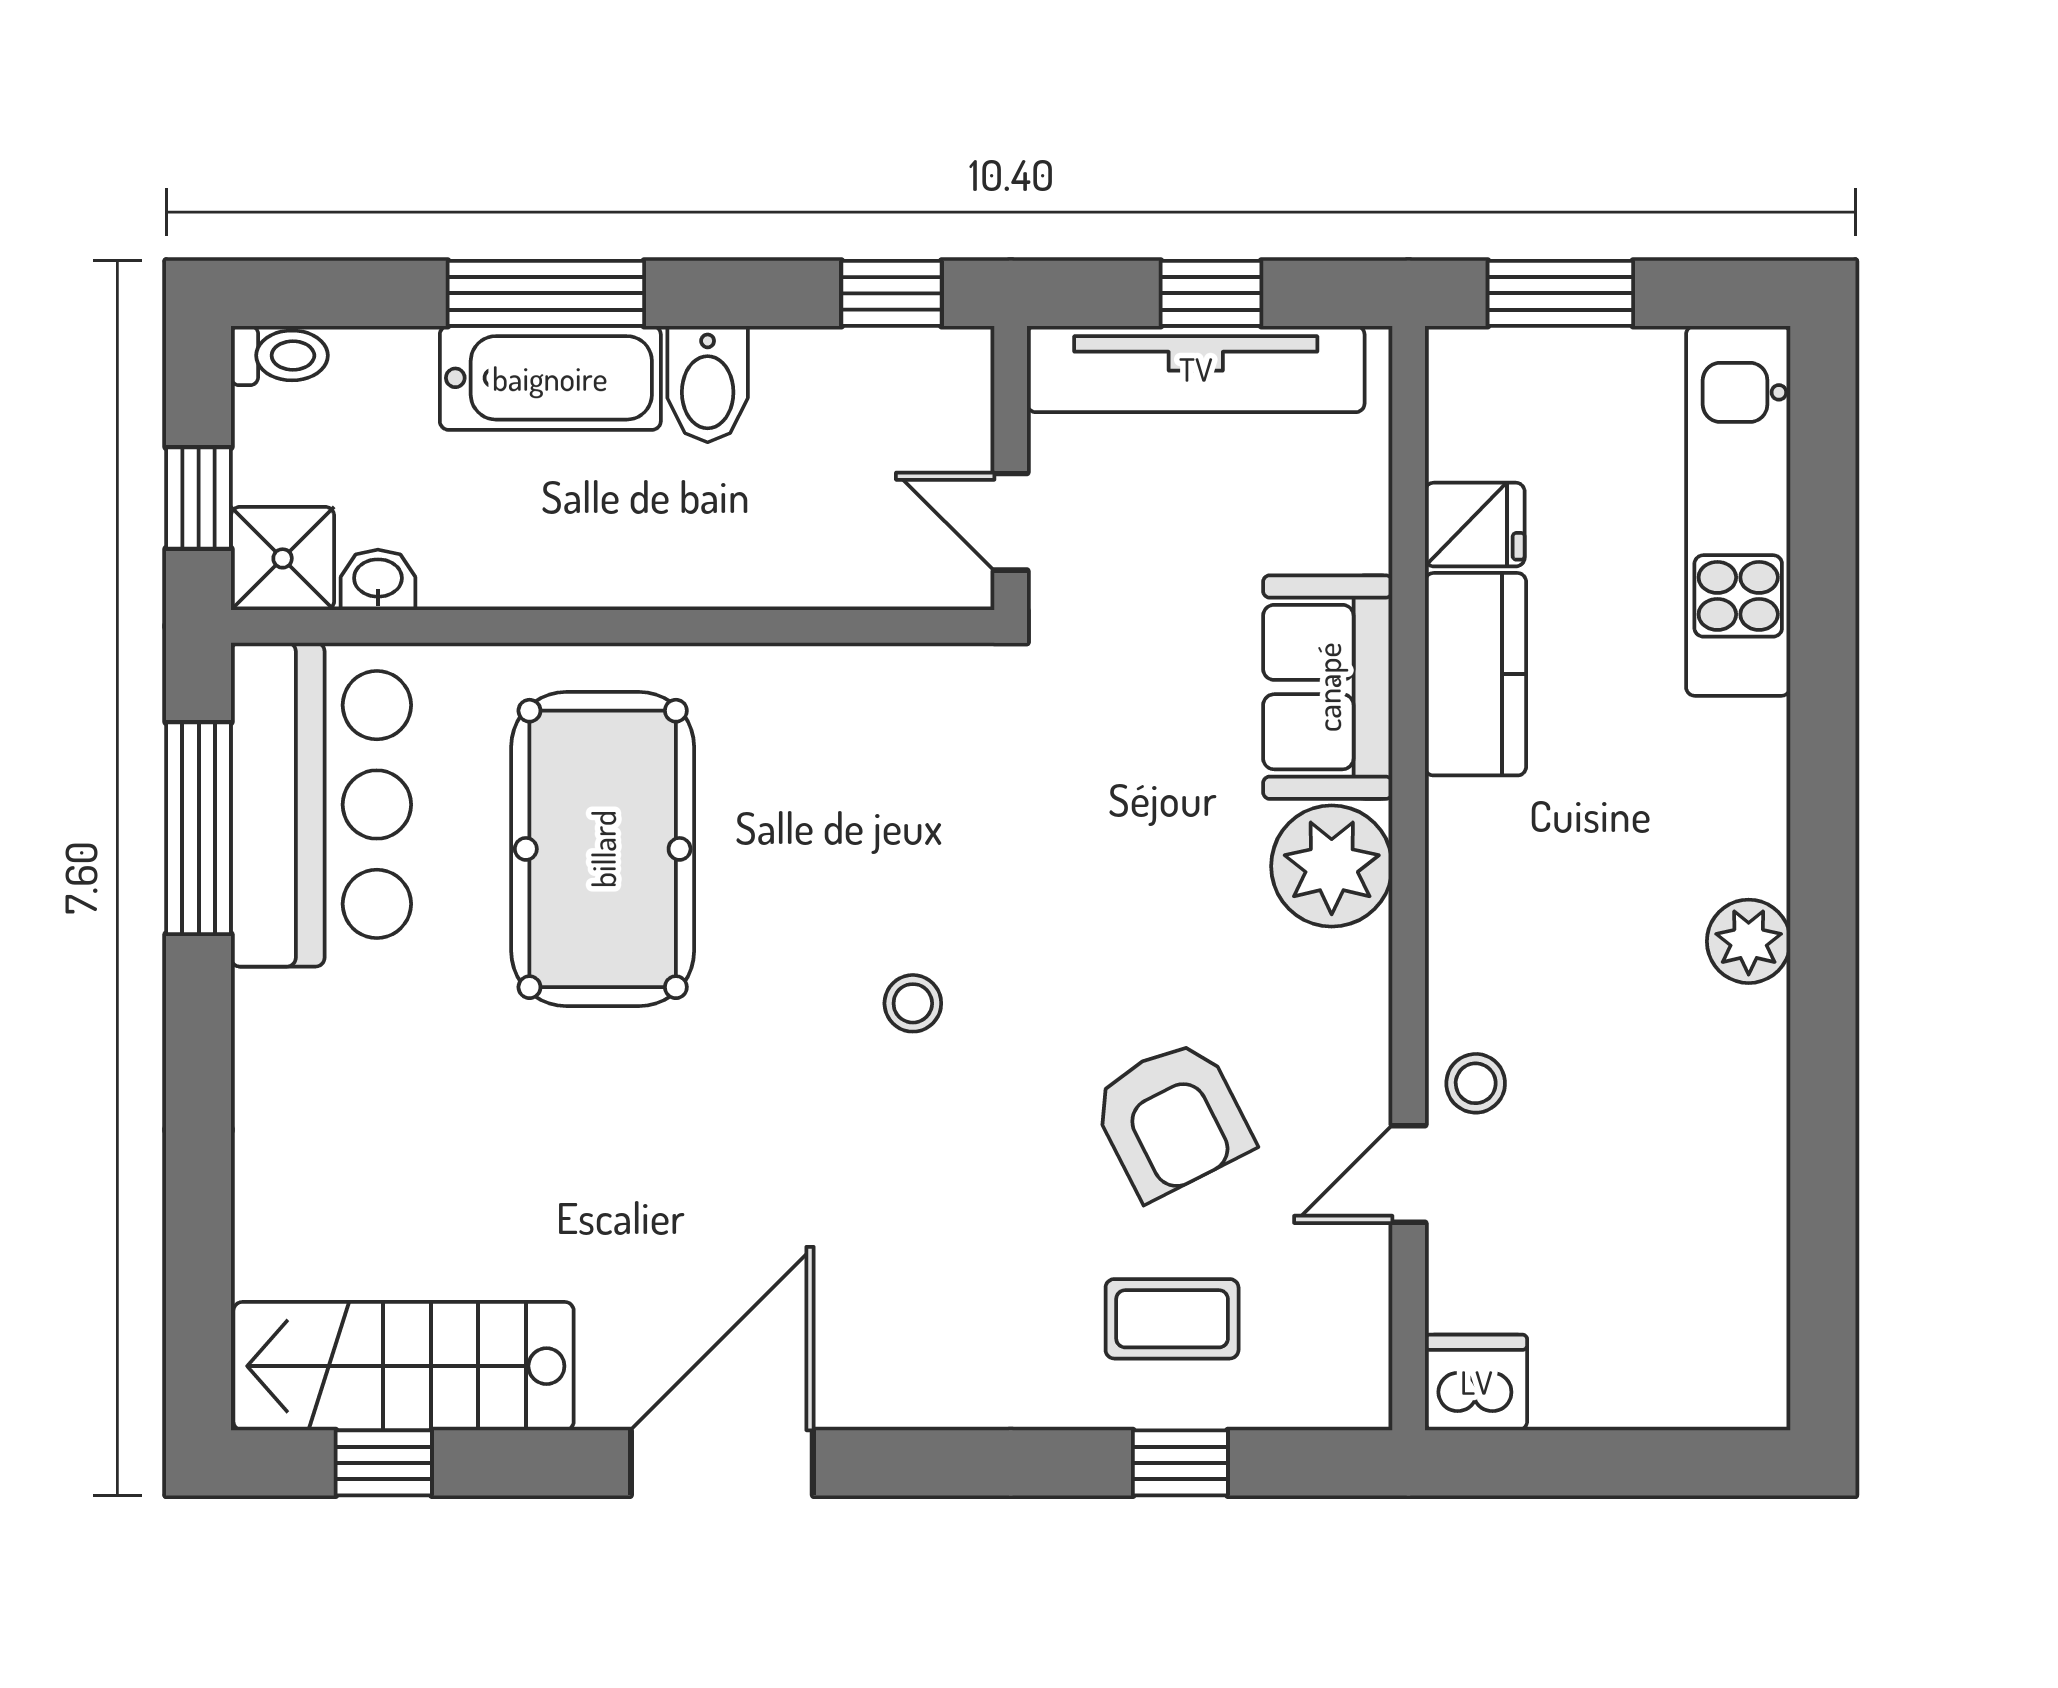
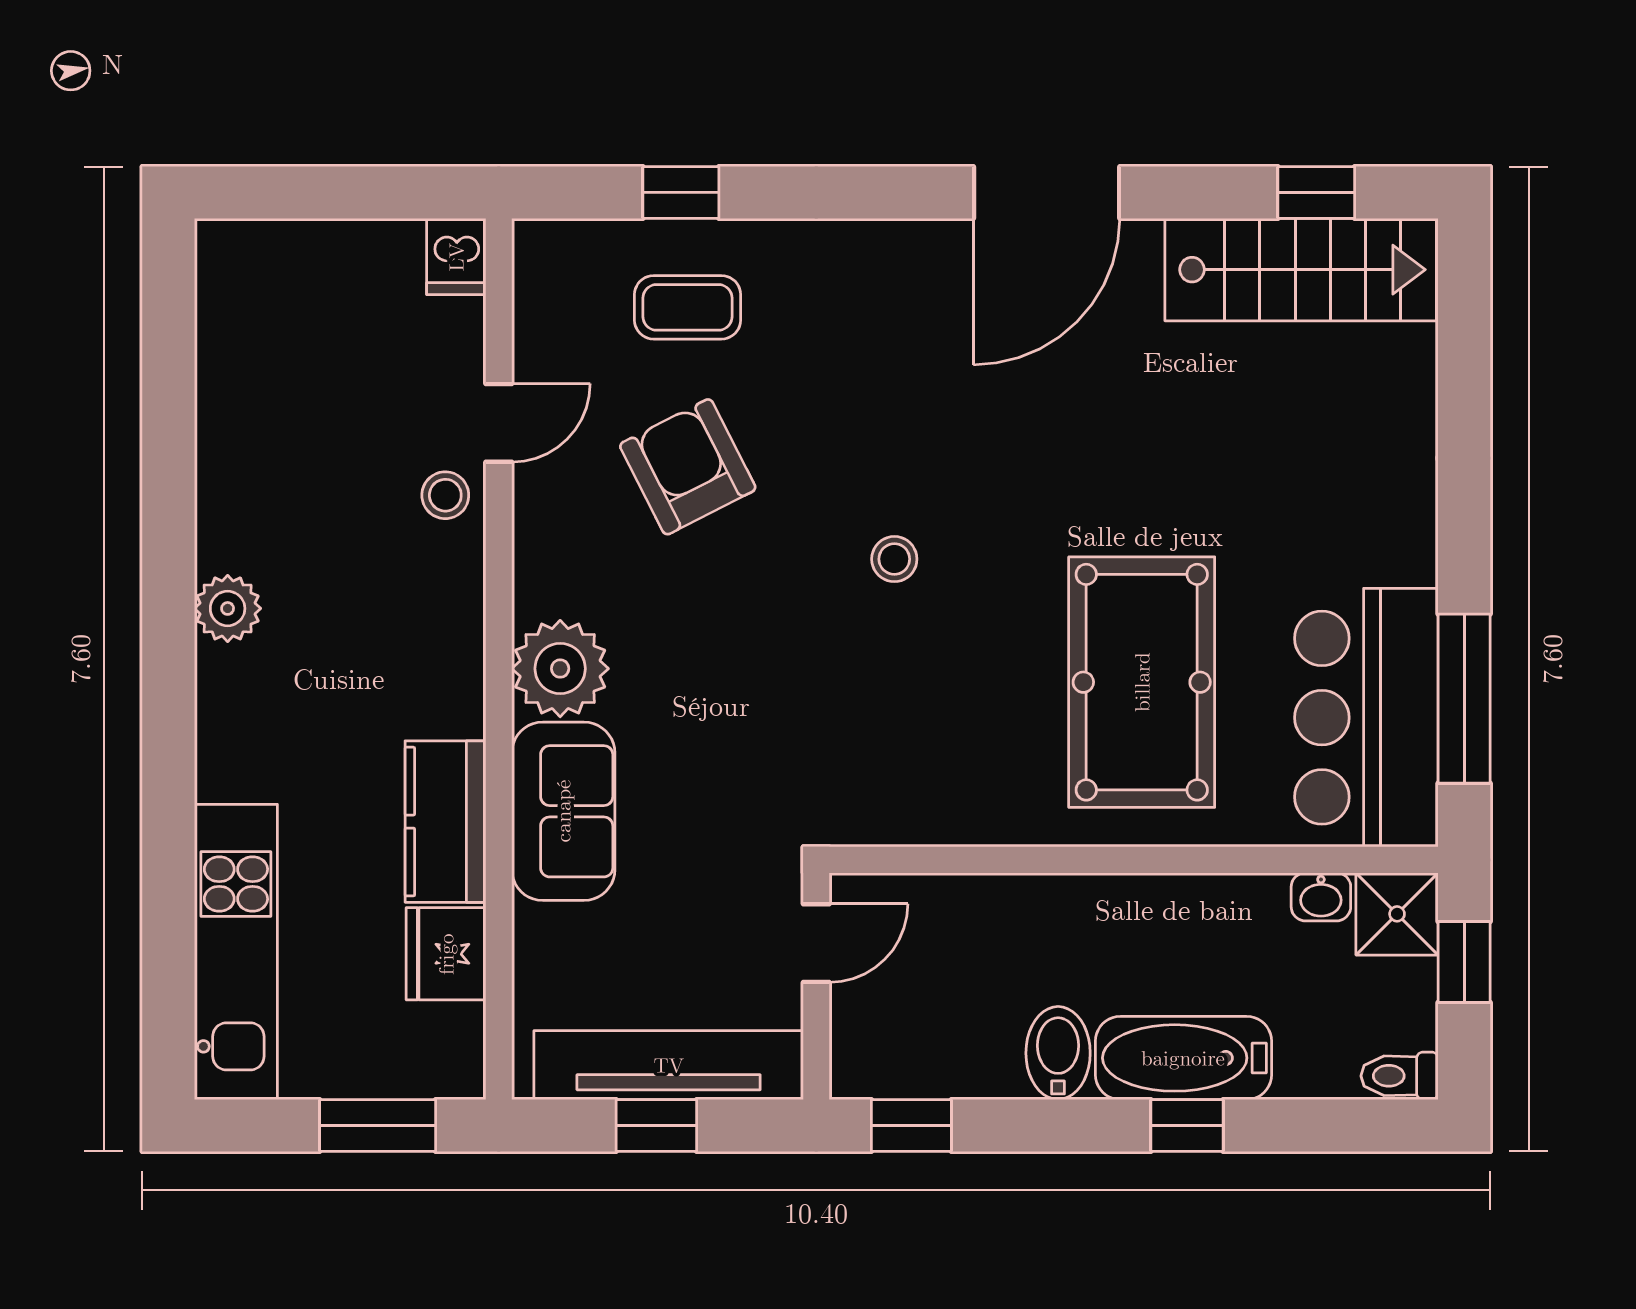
window: (546, 293) -> (1187, 1125), width x0.46
door: (1011, 522) -> (816, 943), hinge flipped
fridge: (1475, 525) -> (446, 954), width x1.38
dishwasher: (1476, 1382) -> (456, 257), width x0.73

